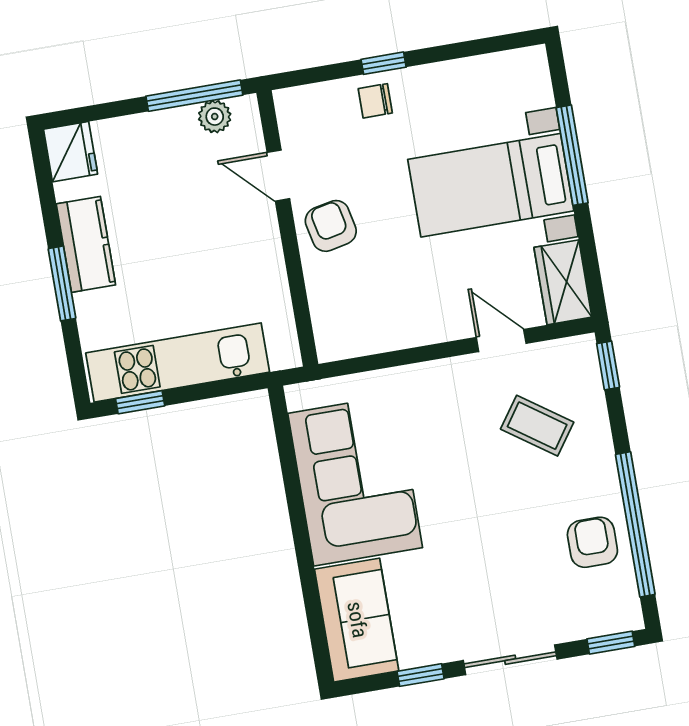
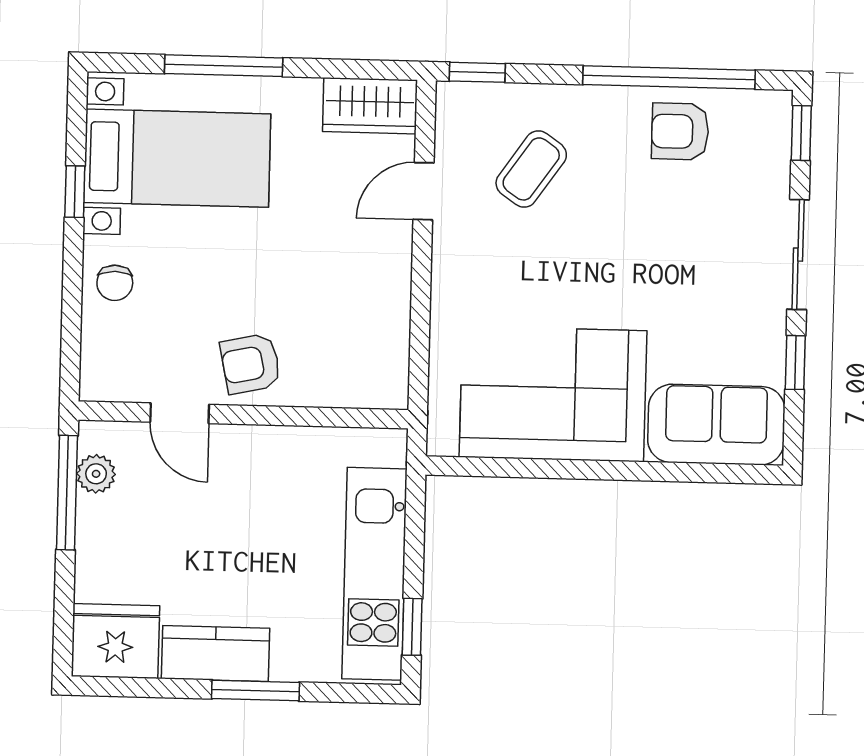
window: (384, 63) -> (75, 192), moved
fridge: (71, 152) -> (115, 641), width x1.36, depth x1.34
door: (278, 176) -> (180, 413), hinge flipped
bed with nightstands: (491, 185) -> (177, 158), moved, turned -90

